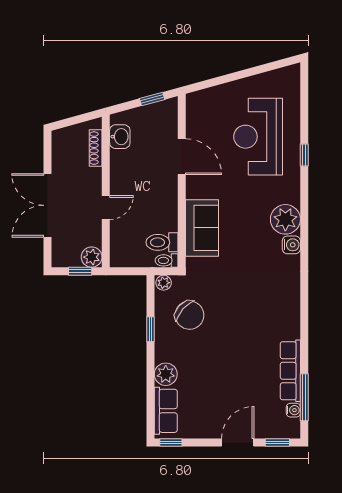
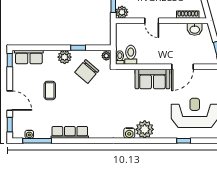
sofa: (202, 228) -> (152, 79), moved
row of seats: (290, 371) -> (70, 132), moved
plant: (166, 374) -> (65, 57), moved
coffee table: (221, 376) -> (50, 90), added

